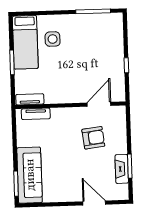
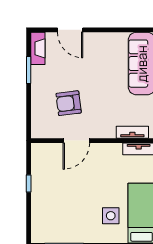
door: (99, 104) -> (76, 141), moved
fireplace: (122, 169) -> (38, 48), moved

